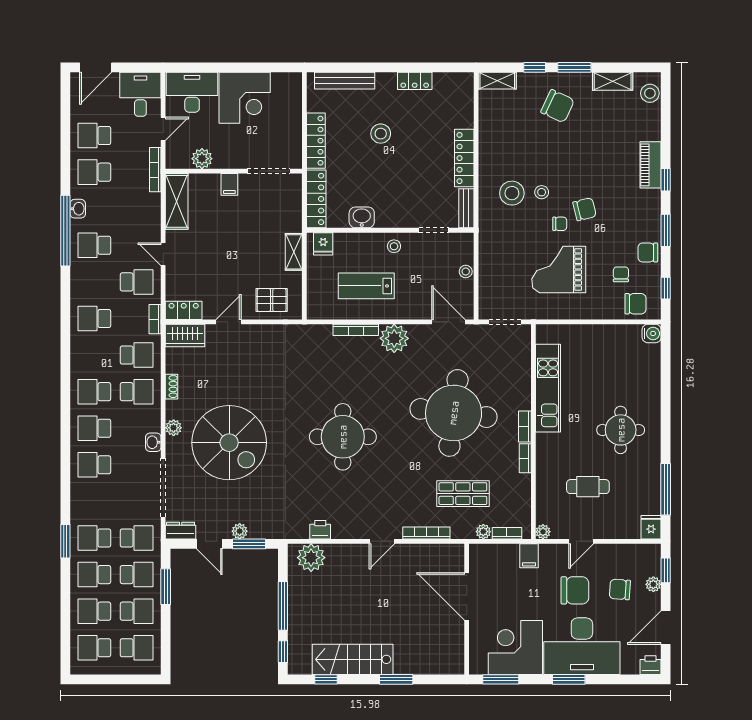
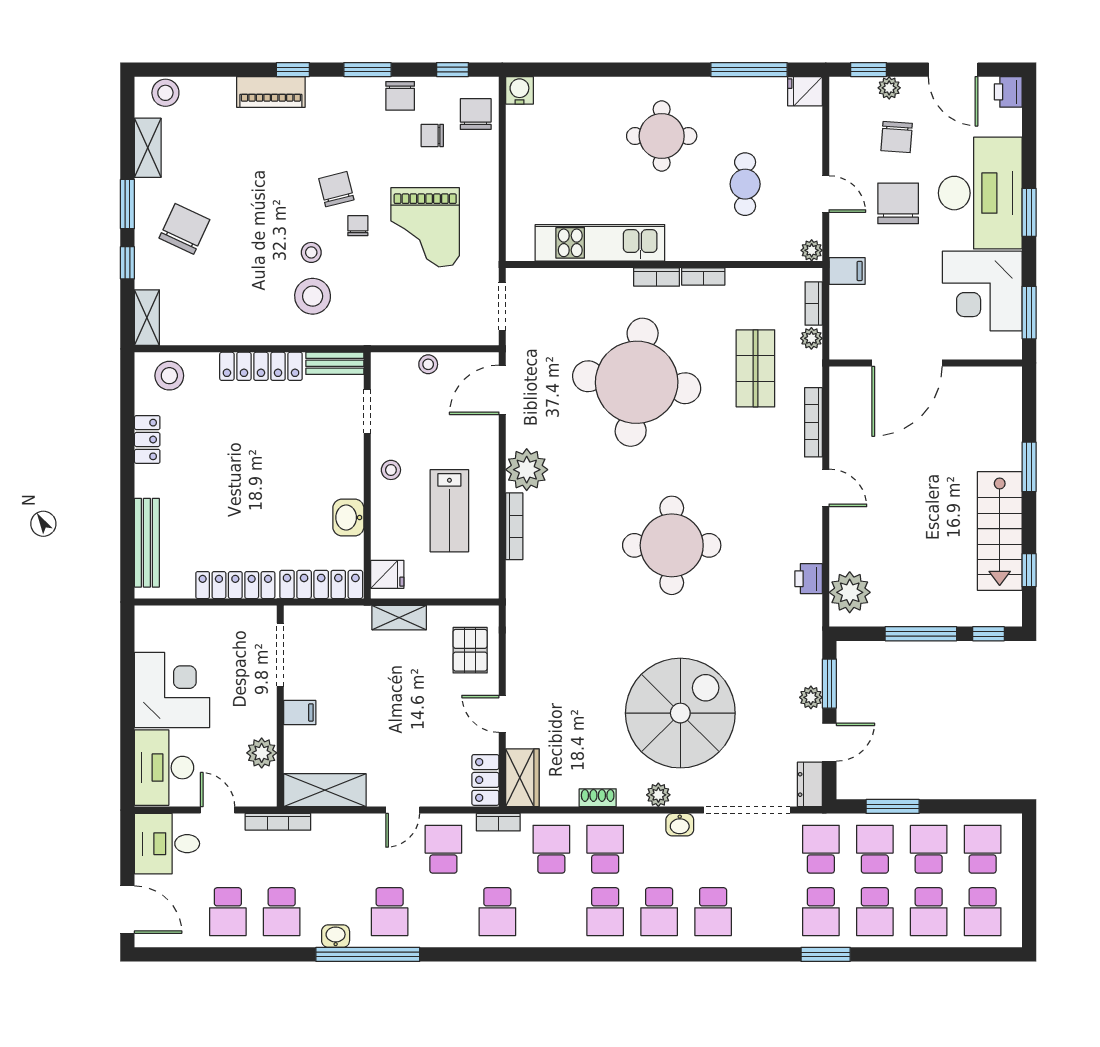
stool: (381, 134) -> (169, 376), moved

